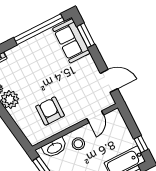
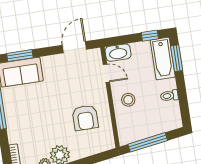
armchair: (50, 111) -> (85, 118), turned -90
washbasin: (54, 148) -> (118, 53), moved, turned 90

